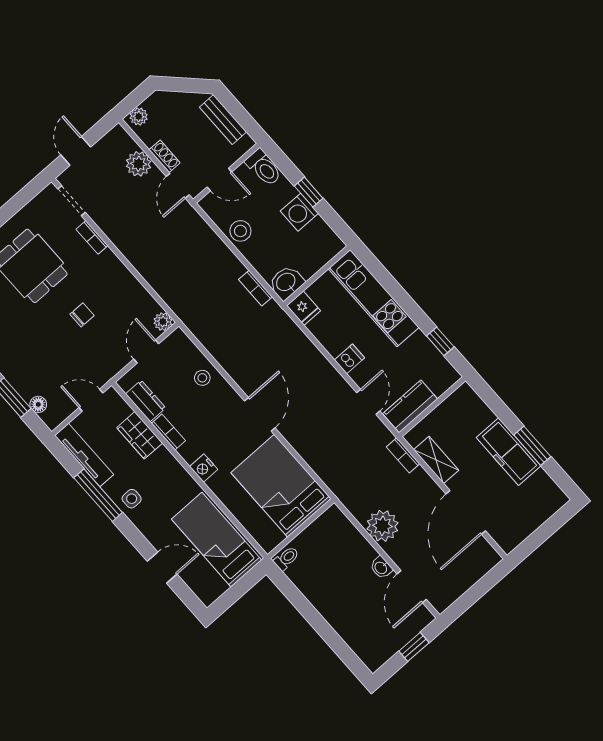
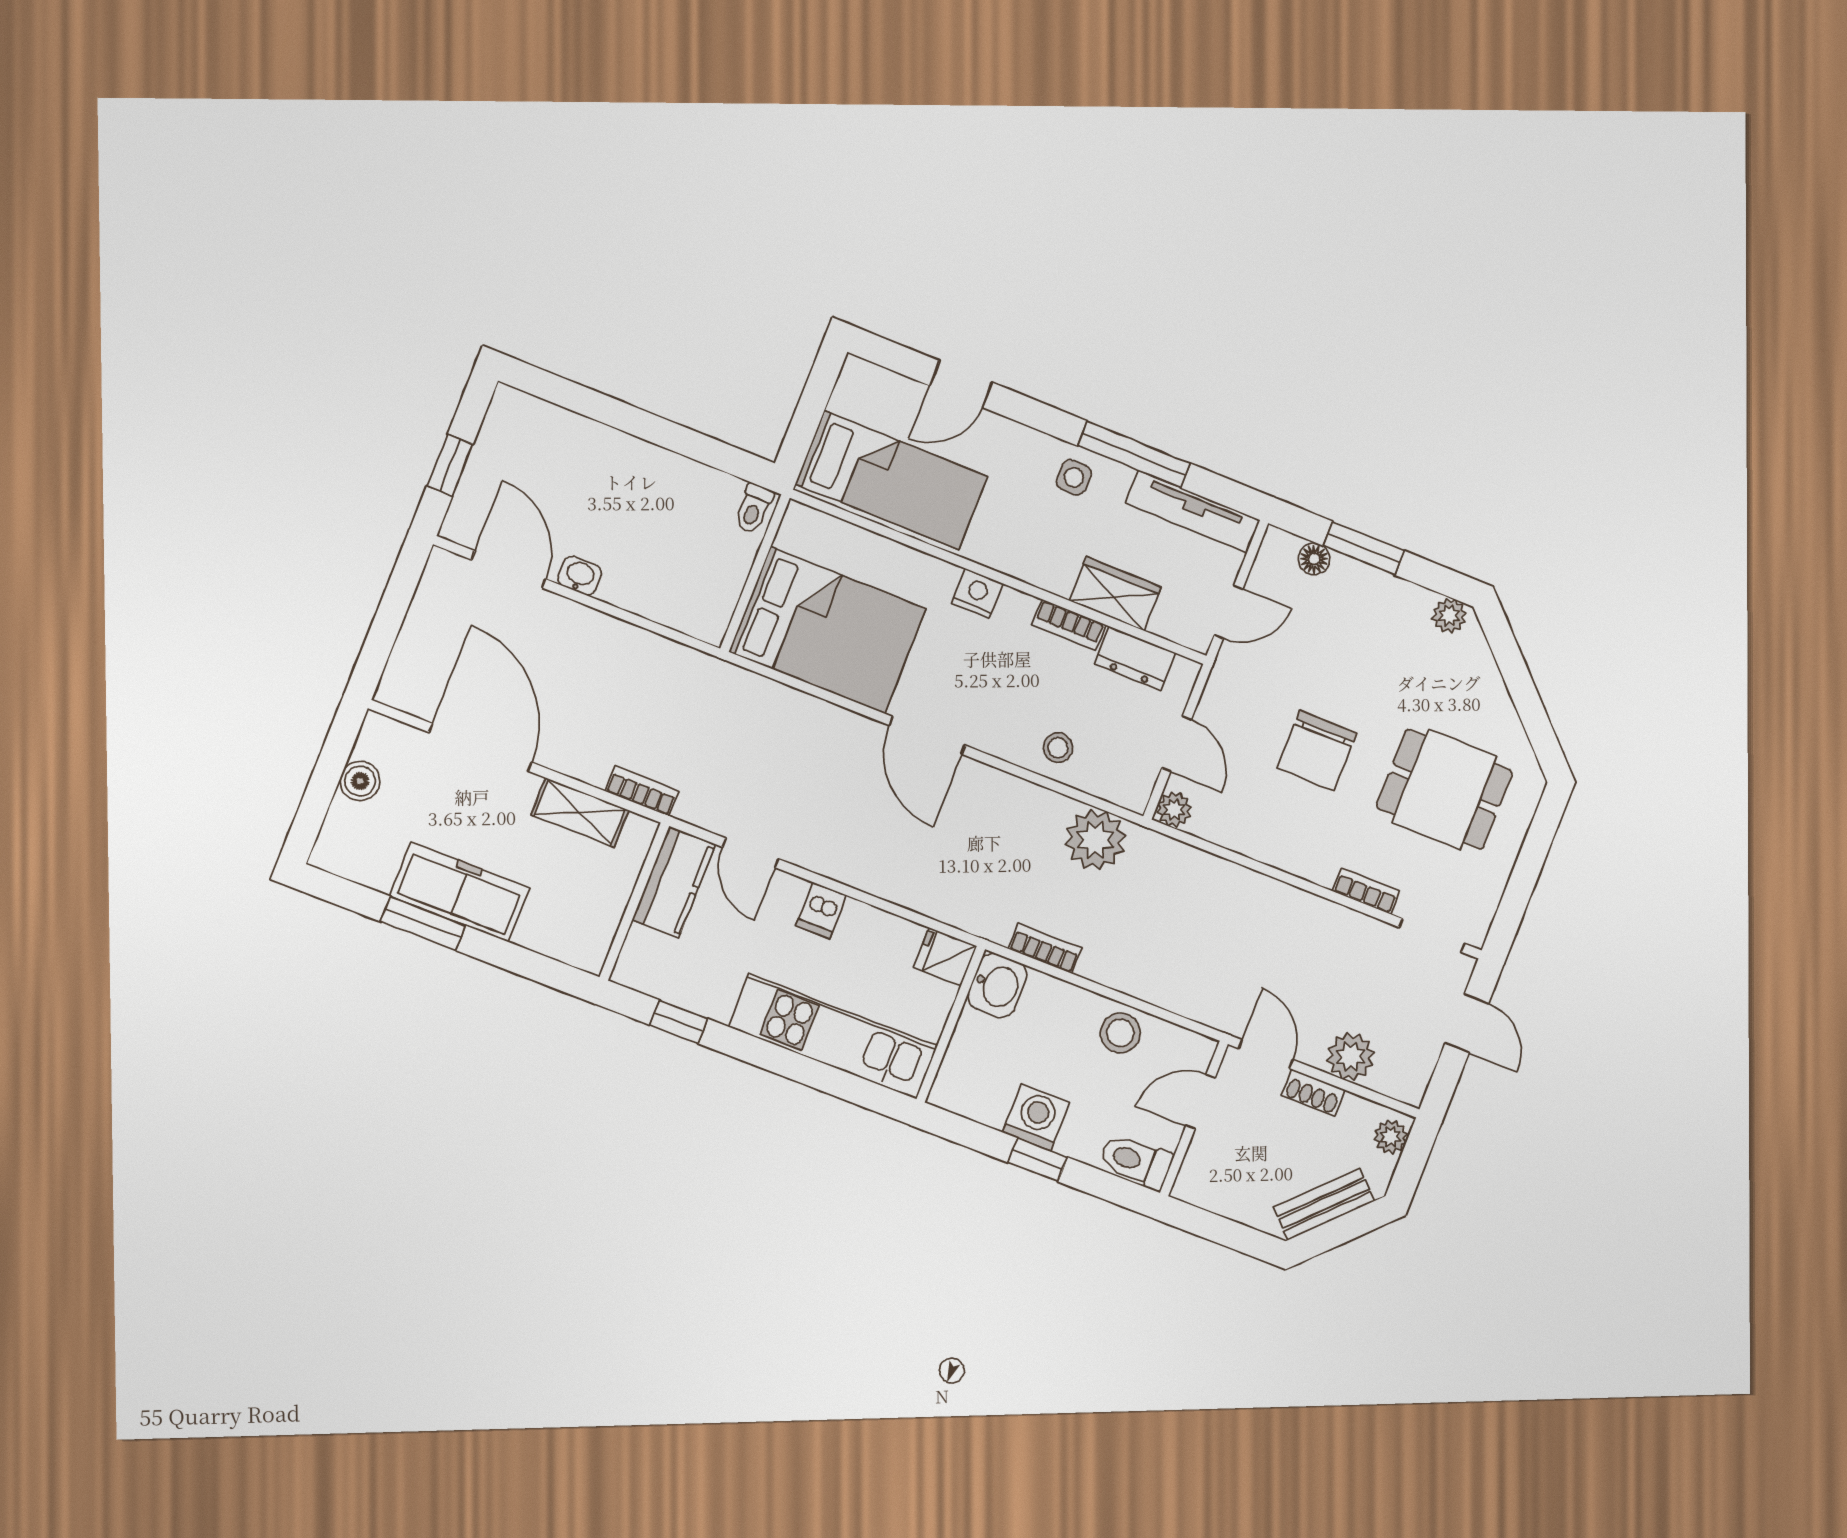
bench: (223, 120) -> (1324, 1204), moved, turned -45
chair: (82, 315) -> (1317, 750), width x1.87, depth x1.87
boiler: (527, 525) -> (360, 781), added
plant: (382, 526) -> (1095, 840), moved

